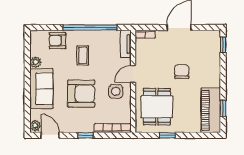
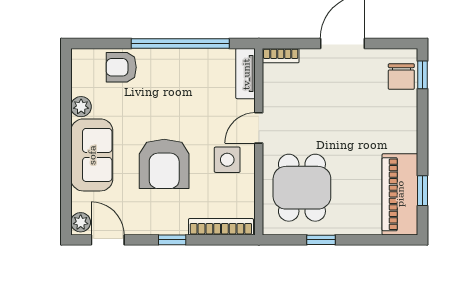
coffee table: (83, 55) -> (167, 94), removed
chair: (182, 72) -> (401, 77), moved, turned 180
armchair: (81, 94) -> (164, 164), turned 90

